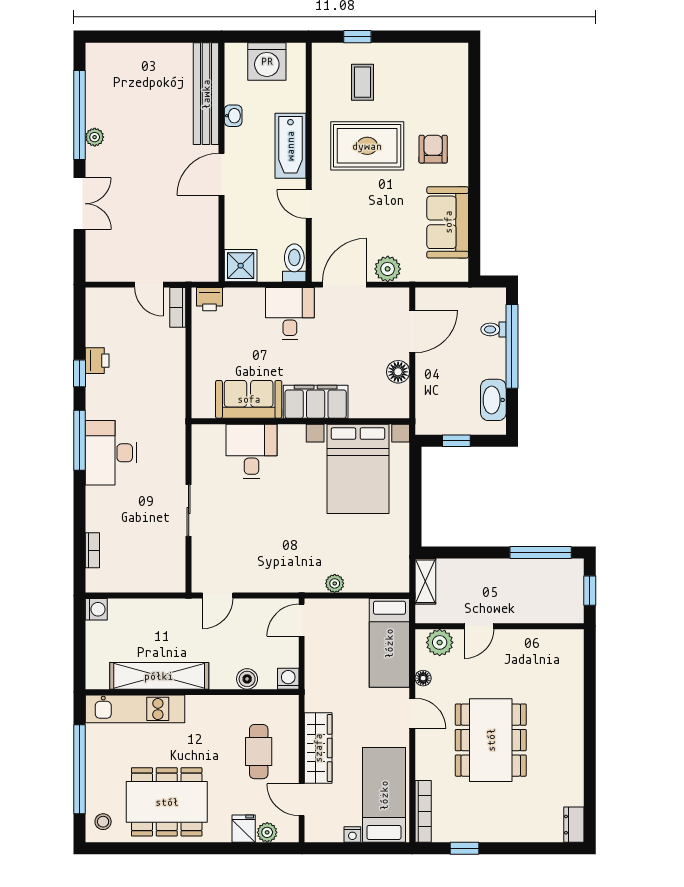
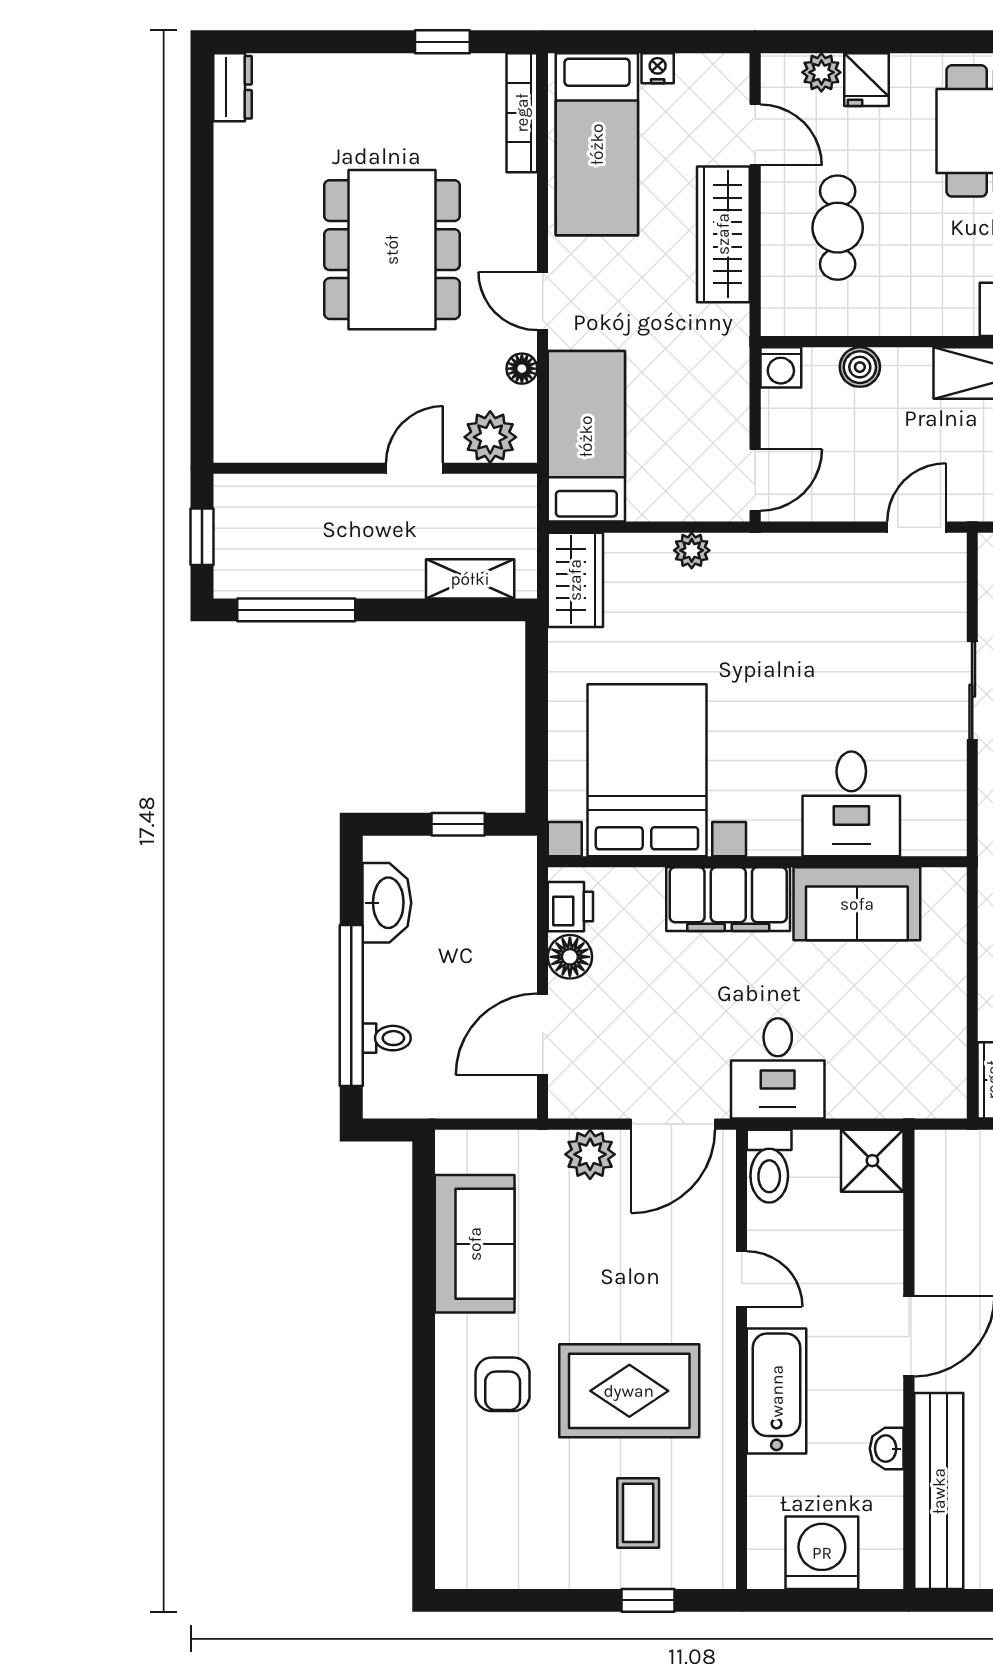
printer: (210, 299) -> (570, 907), moved, turned 90
wardrobe: (395, 568) -> (575, 580), added
shelving: (425, 581) -> (470, 579), moved, turned 90

